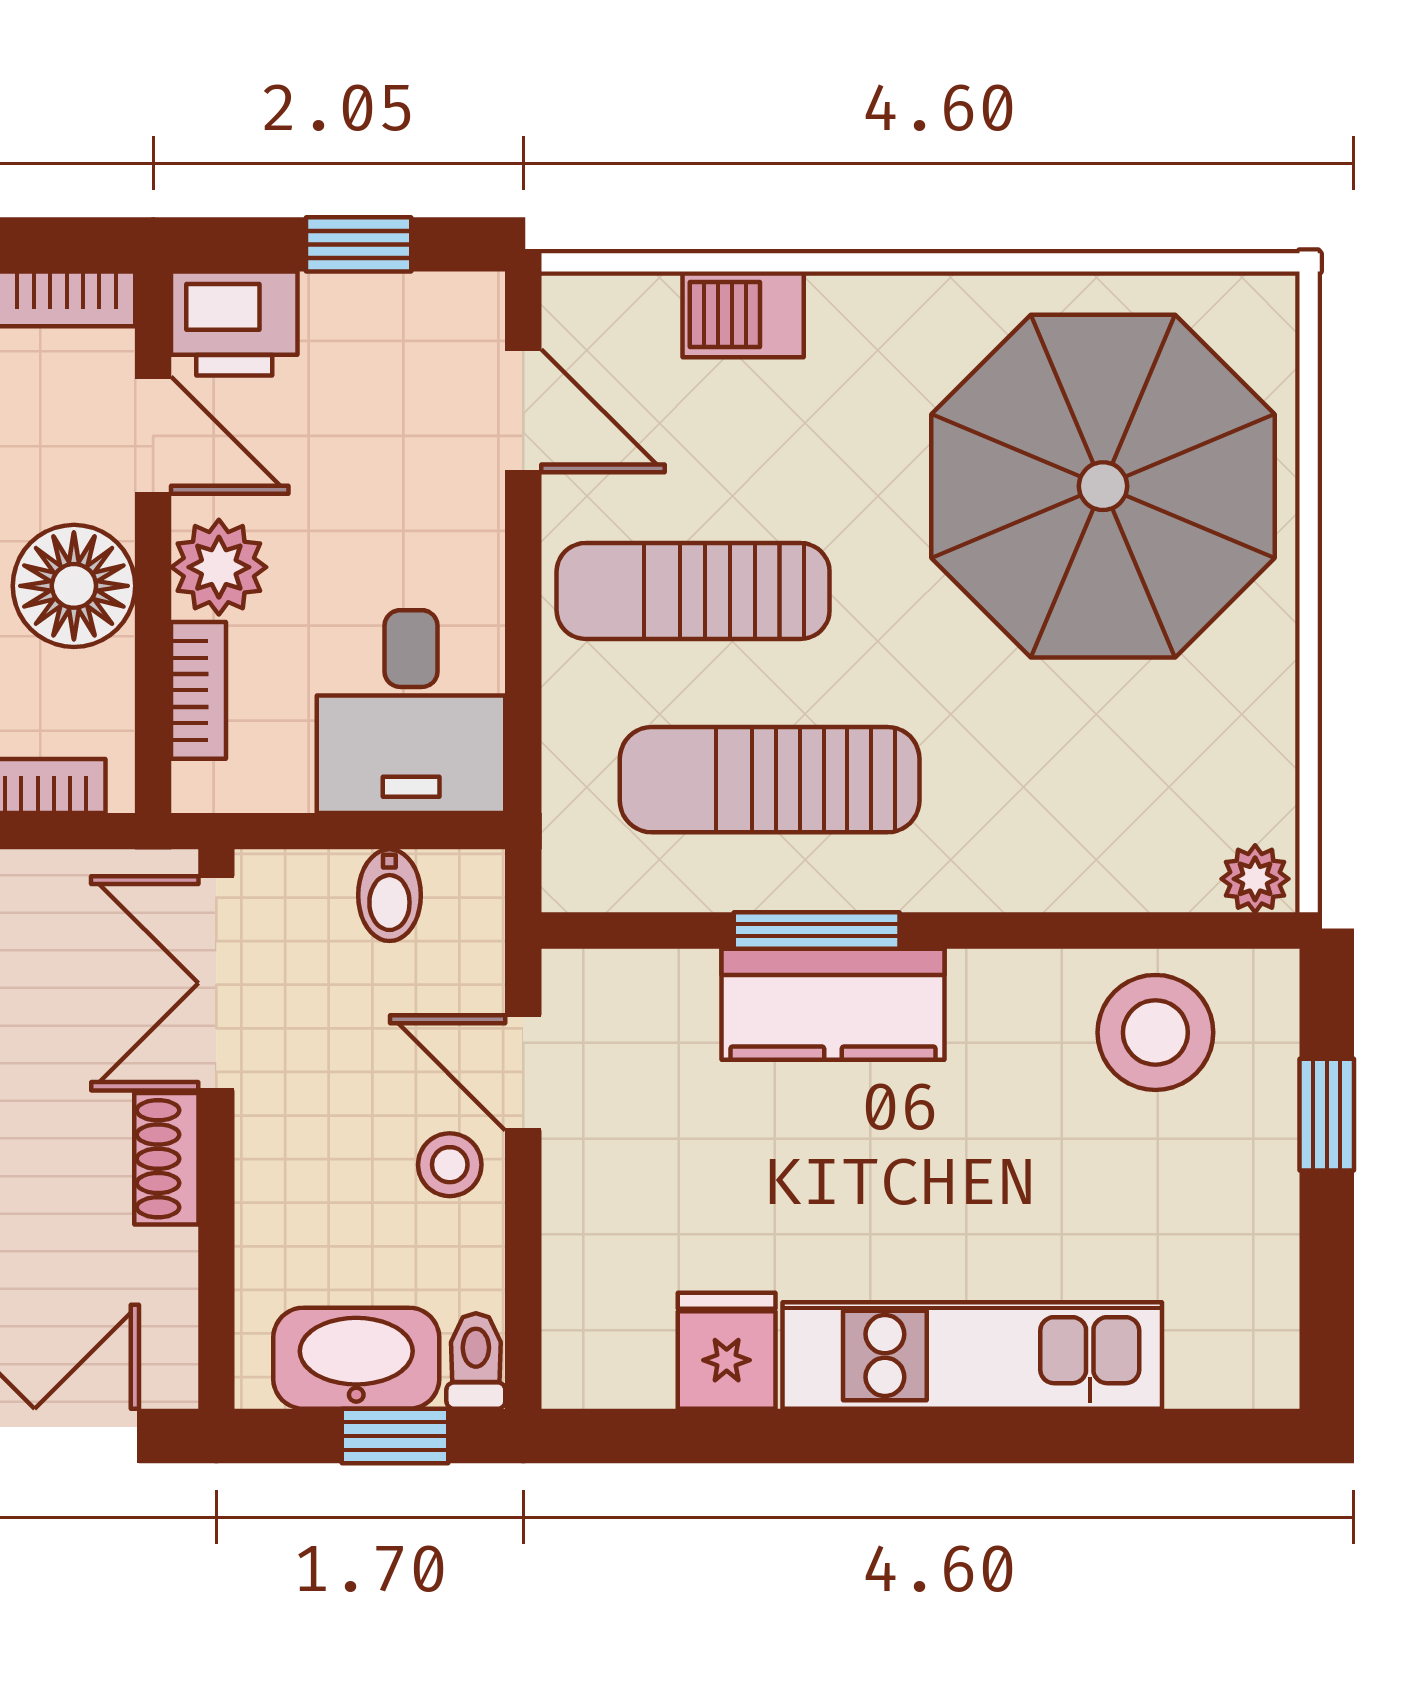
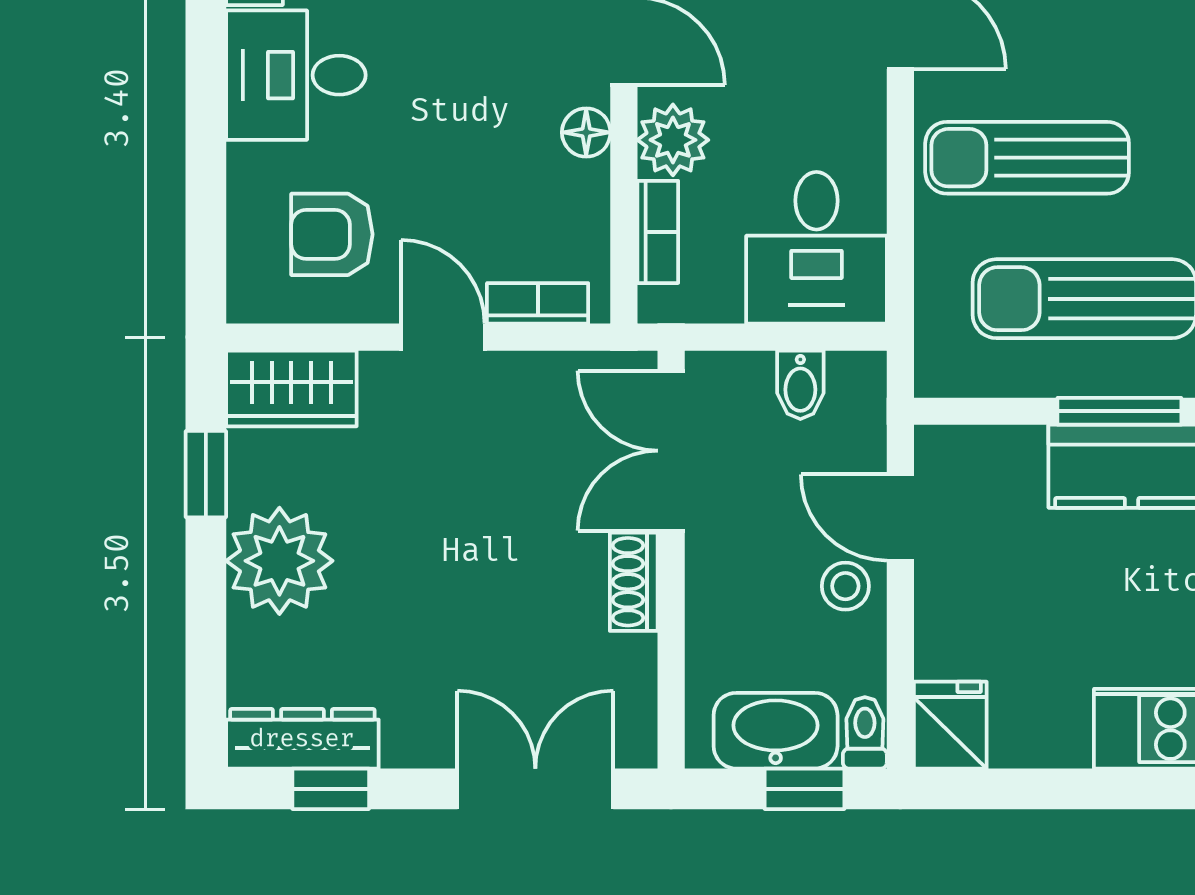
floor lamp: (74, 586) -> (586, 132), width x0.53, depth x0.53
fridge: (727, 1351) -> (950, 725), moved

